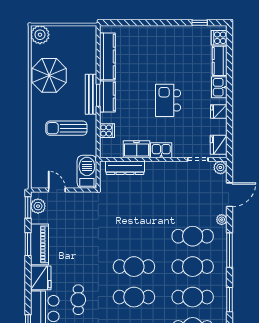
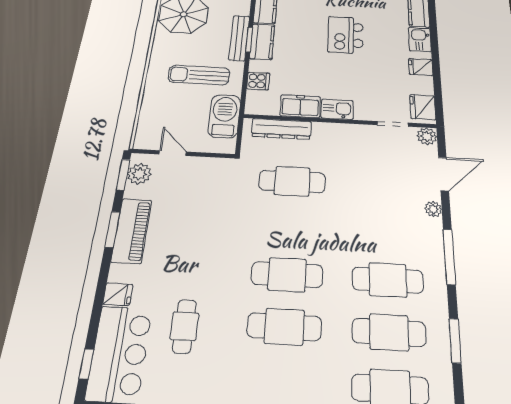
kitchen island: (168, 100) -> (346, 35), moved
barbecue: (87, 172) -> (224, 116), moved
cafe table: (193, 236) -> (292, 181), moved
fridge: (41, 278) -> (118, 294), width x0.53, depth x0.75

